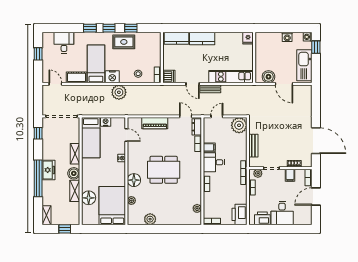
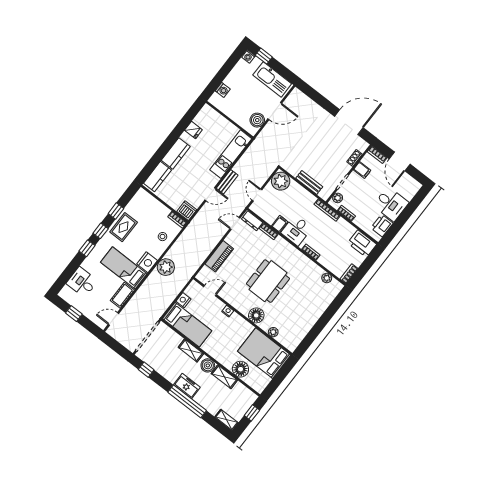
washing machine: (287, 37) -> (223, 90), moved
fridge: (248, 38) -> (193, 130), moved
plant: (150, 219) -> (303, 328), removed

